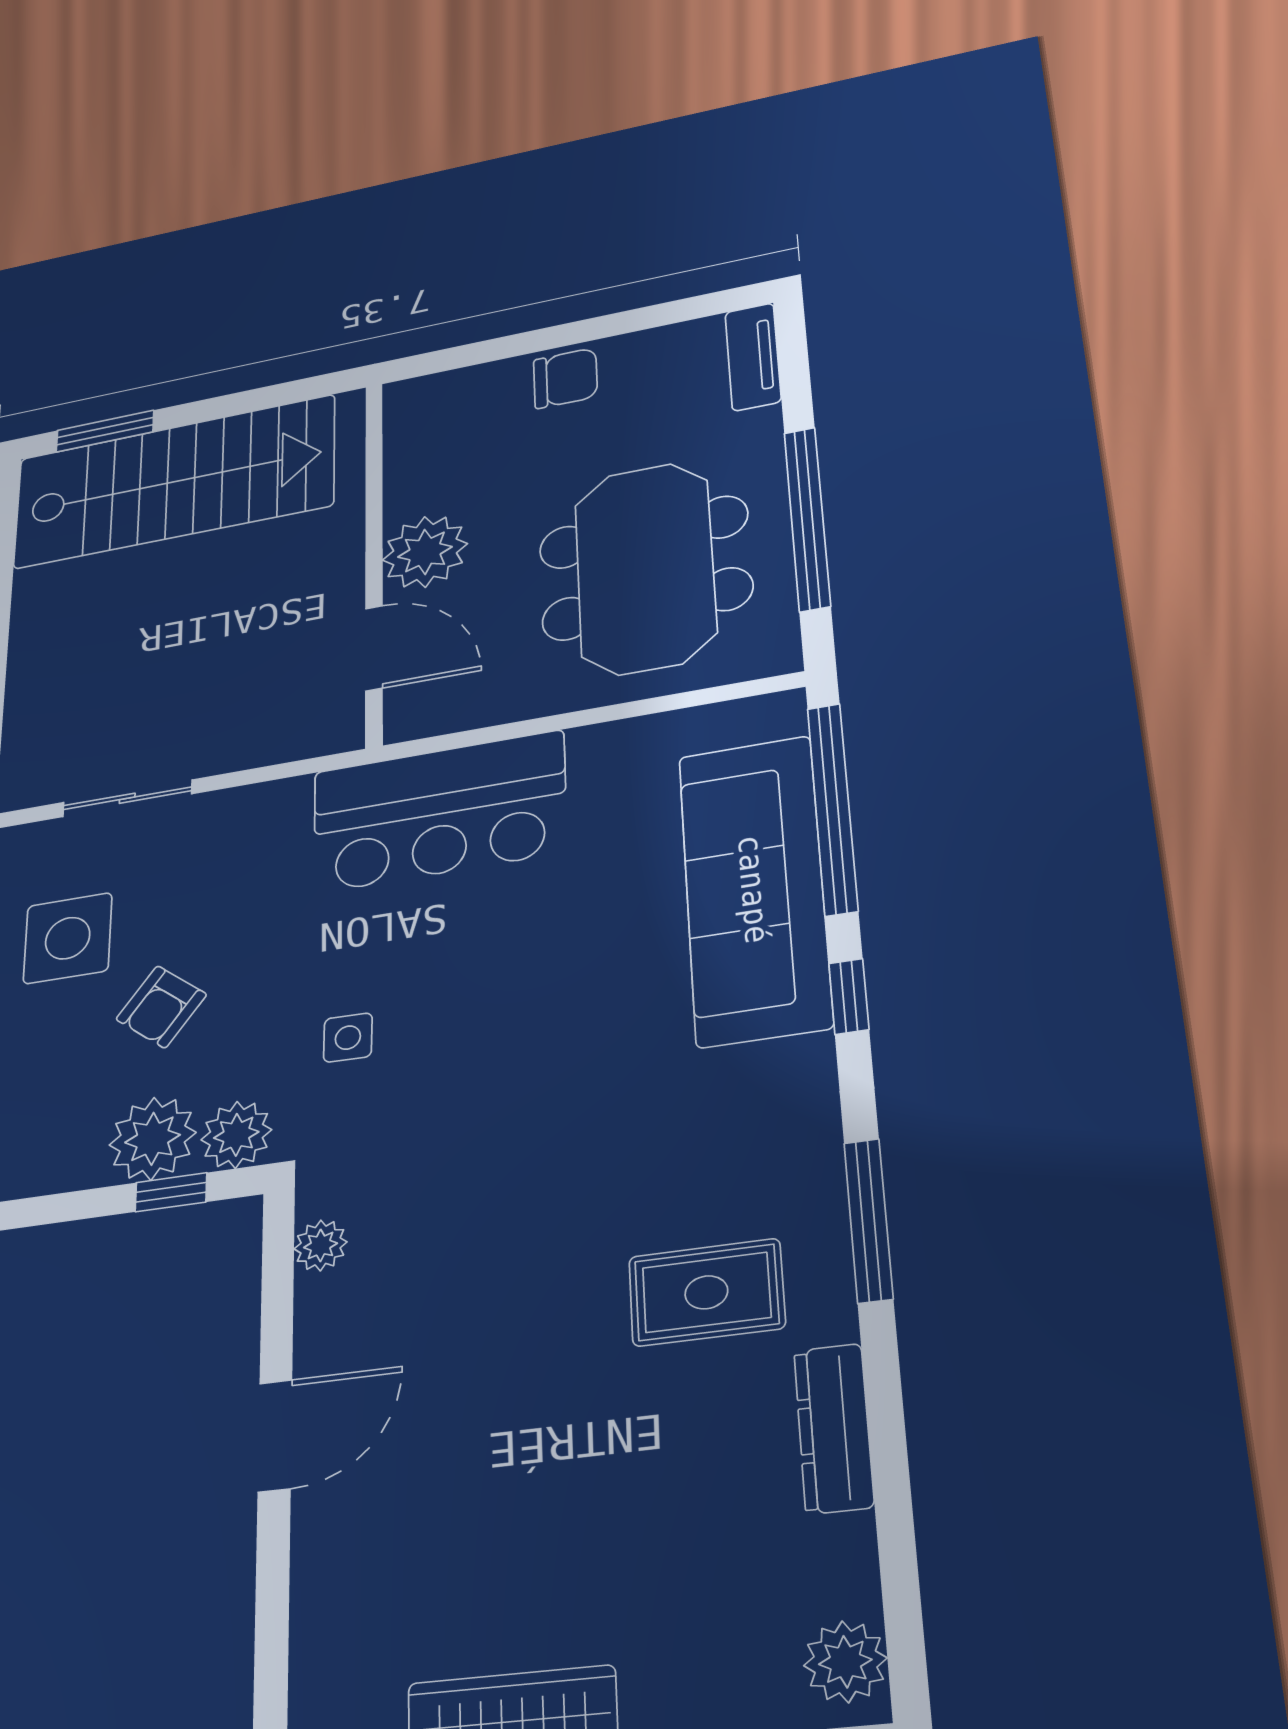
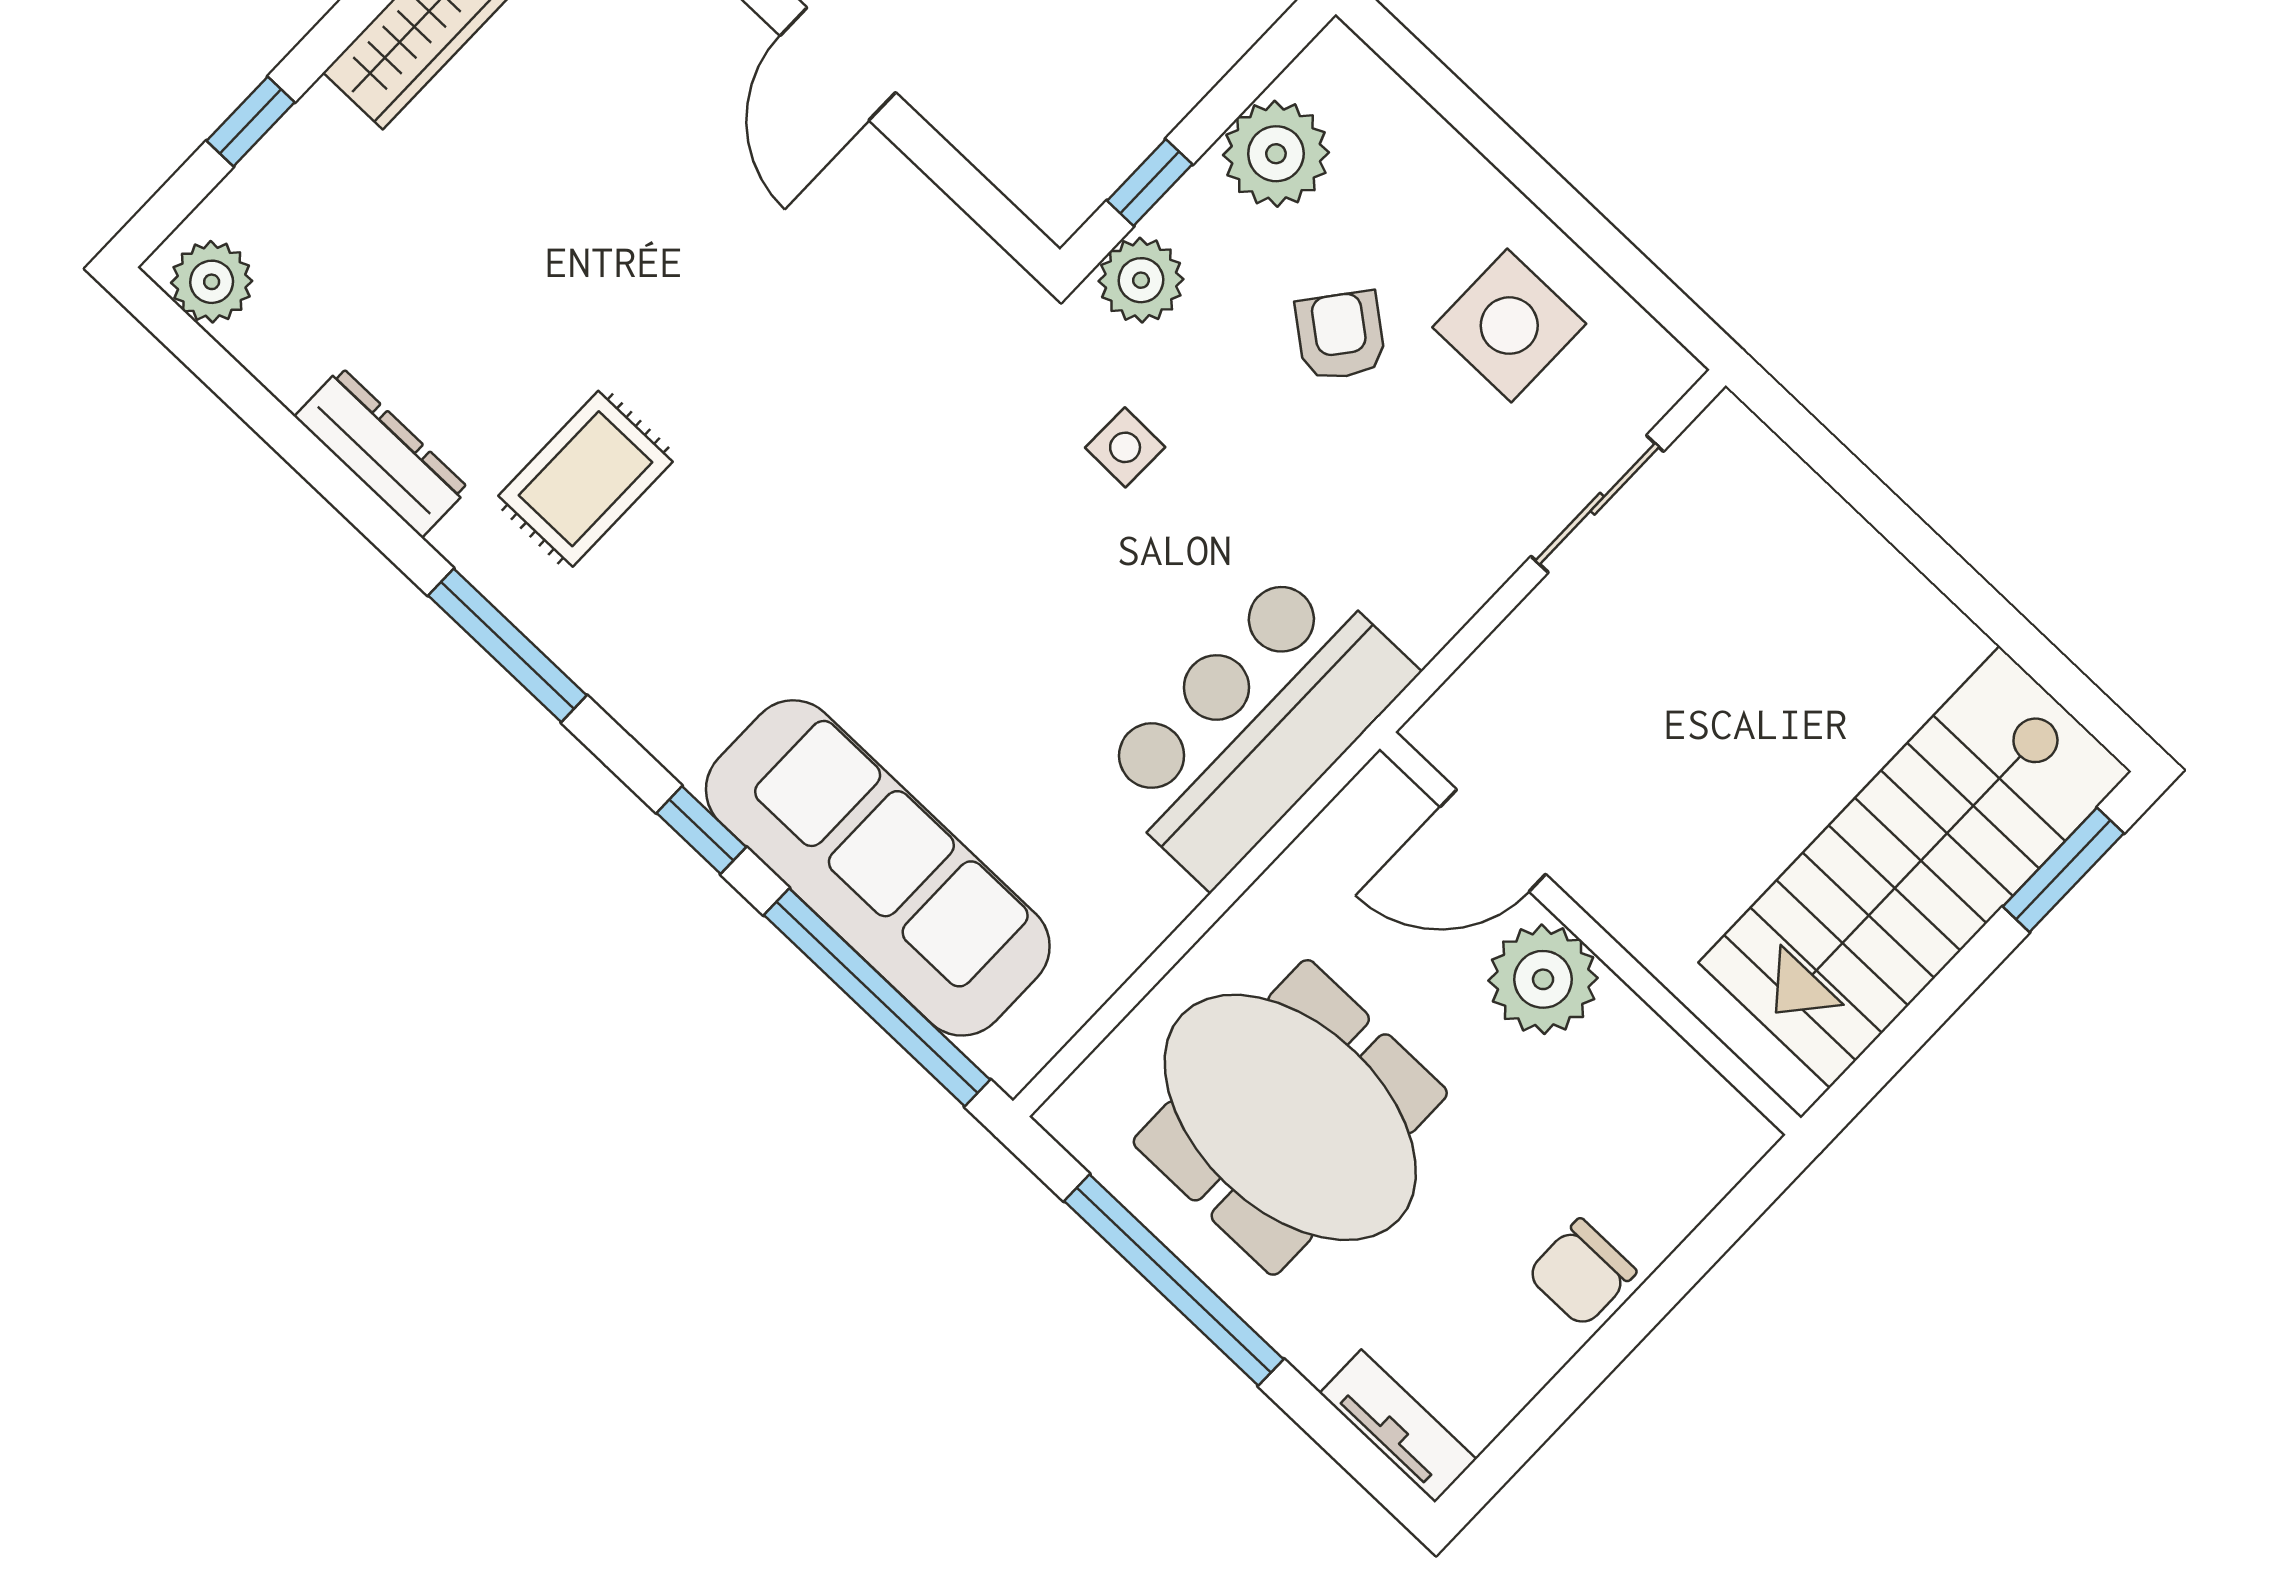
plant: (153, 1139) -> (1276, 154), moved
plant: (321, 1245) -> (961, 249), removed

